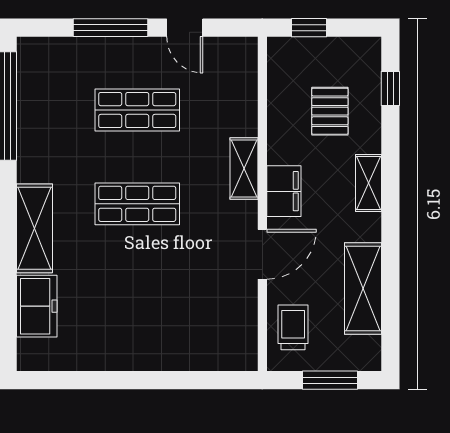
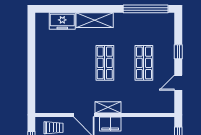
window: (111, 28) -> (178, 52), width x0.46
shelving: (244, 169) -> (108, 107), moved

